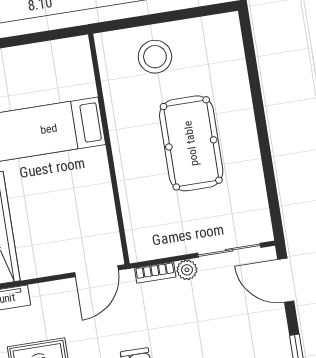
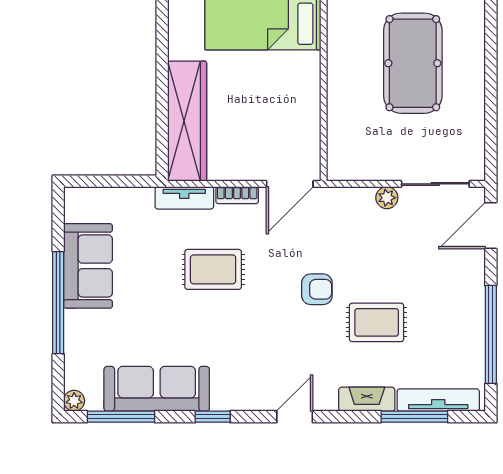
bookcase: (155, 273) -> (237, 195), moved
door: (286, 280) -> (491, 226), hinge flipped

